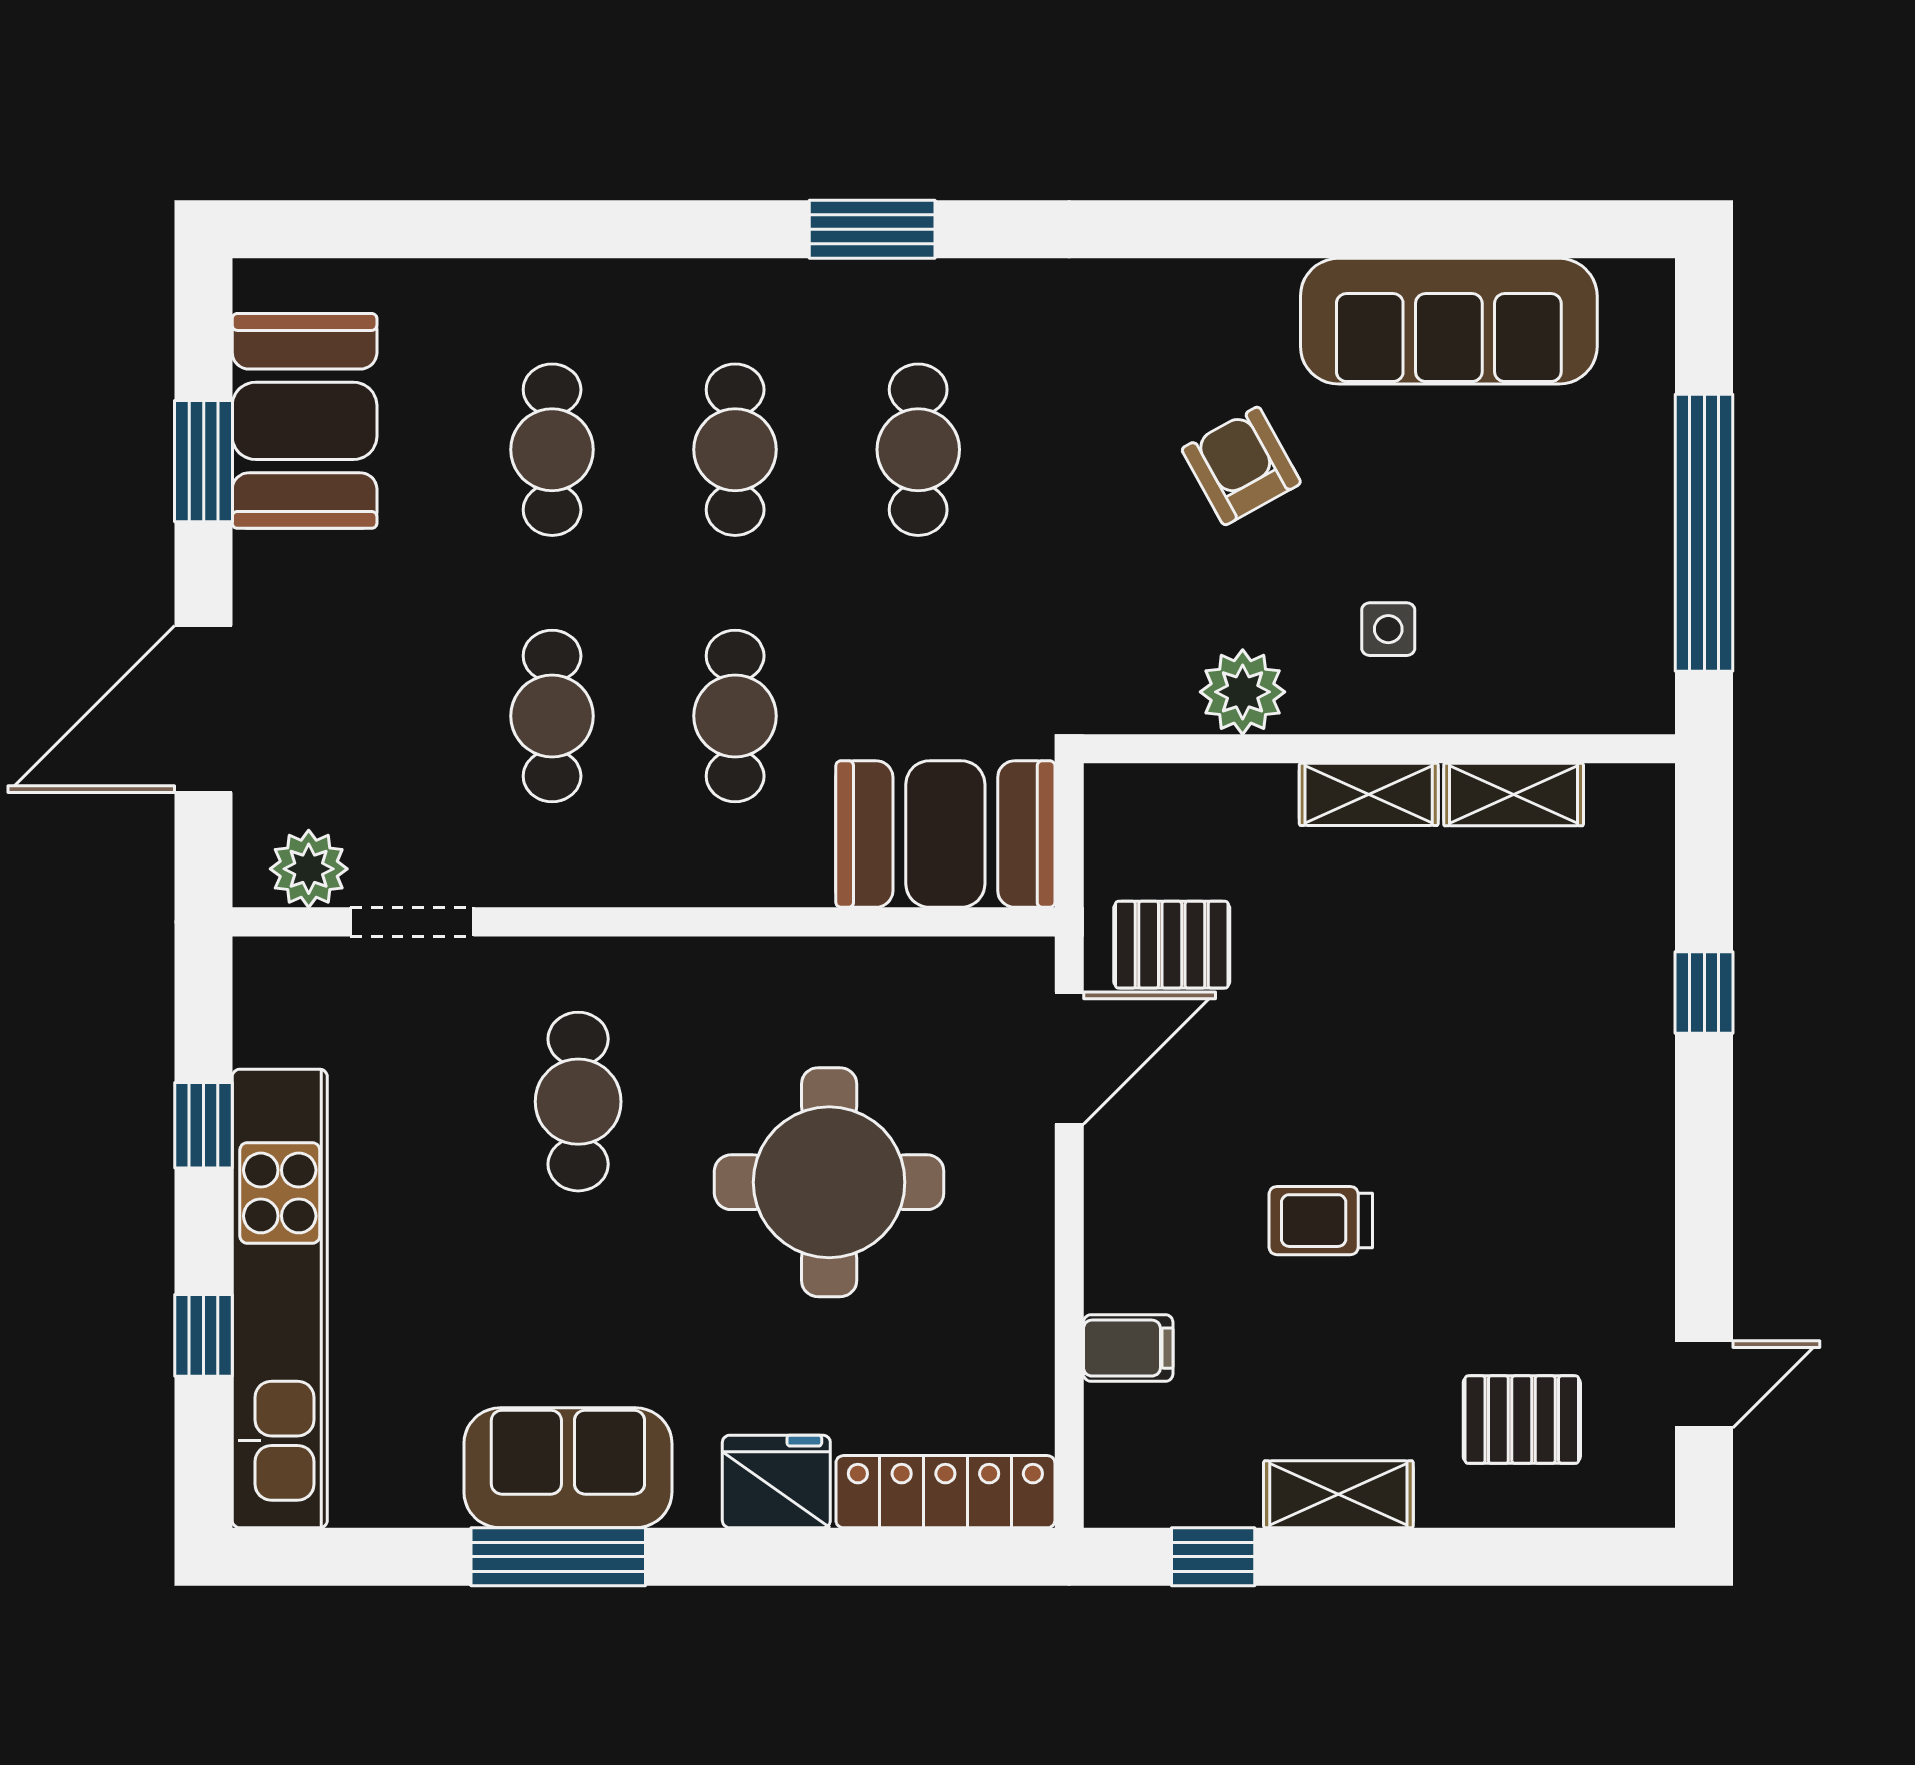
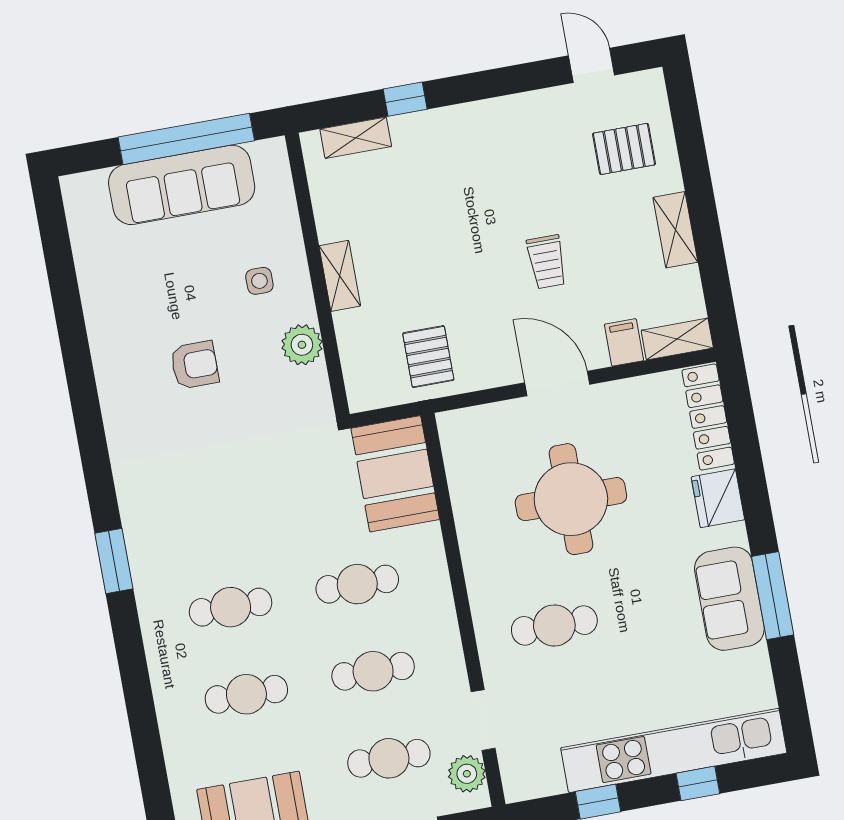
sofa: (1449, 321) -> (182, 185), moved, turned 90
cafe table: (918, 450) -> (389, 758), moved
armchair: (1241, 466) -> (195, 365), turned -151
shelving: (1514, 795) -> (356, 138), moved, turned 90
door: (1069, 1058) -> (557, 384), moved
pallet: (1522, 1420) -> (624, 149), turned 90
shelving: (1115, 1458) -> (677, 339), added
window: (1213, 1557) -> (716, 284), removed

